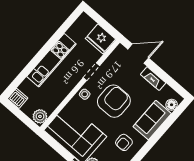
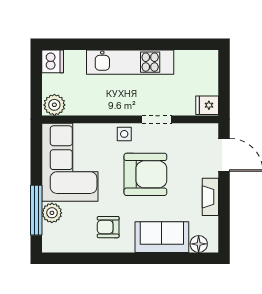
fridge: (100, 39) -> (207, 105), width x0.53, depth x0.75

